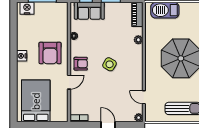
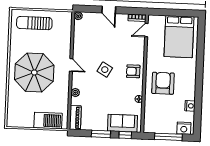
nightstand: (22, 56) -> (190, 106), moved
door: (69, 82) -> (146, 30), moved
door: (144, 97) -> (71, 65), moved

